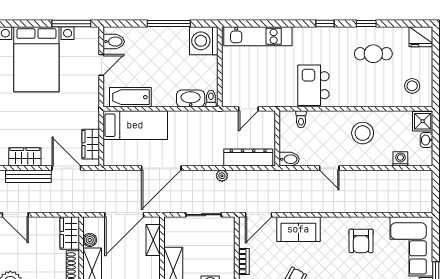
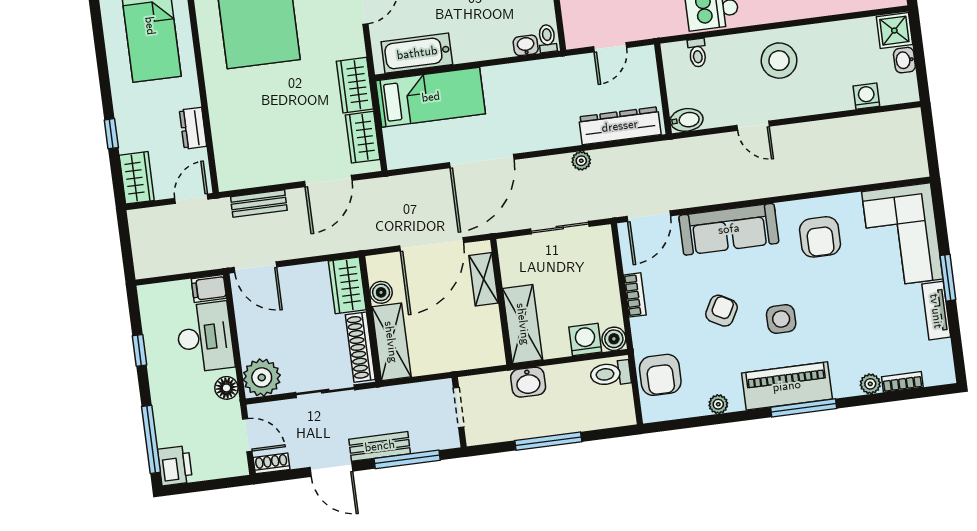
washbasin: (191, 98) -> (526, 45), width x0.52, depth x0.69
stool: (363, 133) -> (779, 61), moved
wardrobe: (25, 157) -> (355, 85), moved, turned -90
door: (66, 168) -> (328, 181), swing flipped
bench: (28, 176) -> (259, 204), width x0.73
sofa: (298, 229) -> (729, 229), width x1.36

